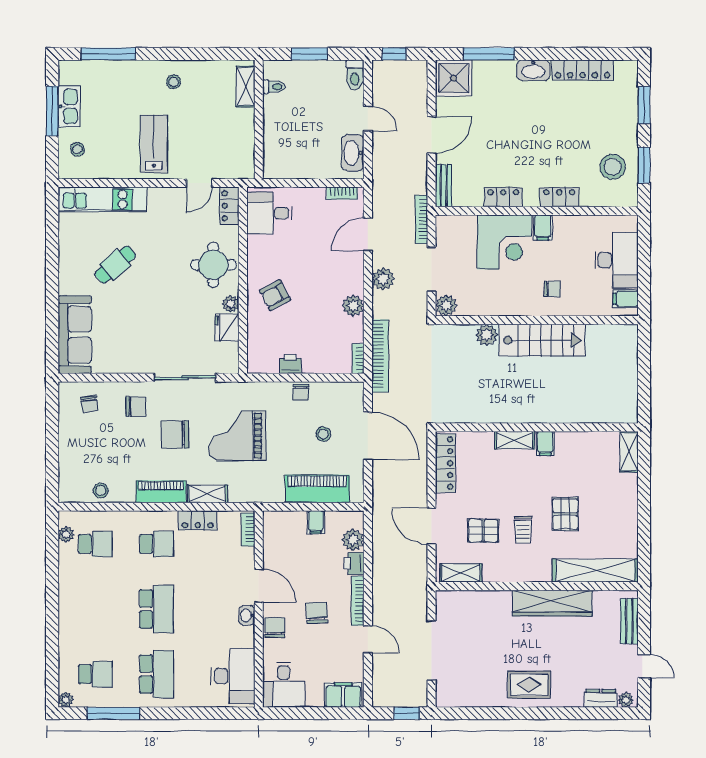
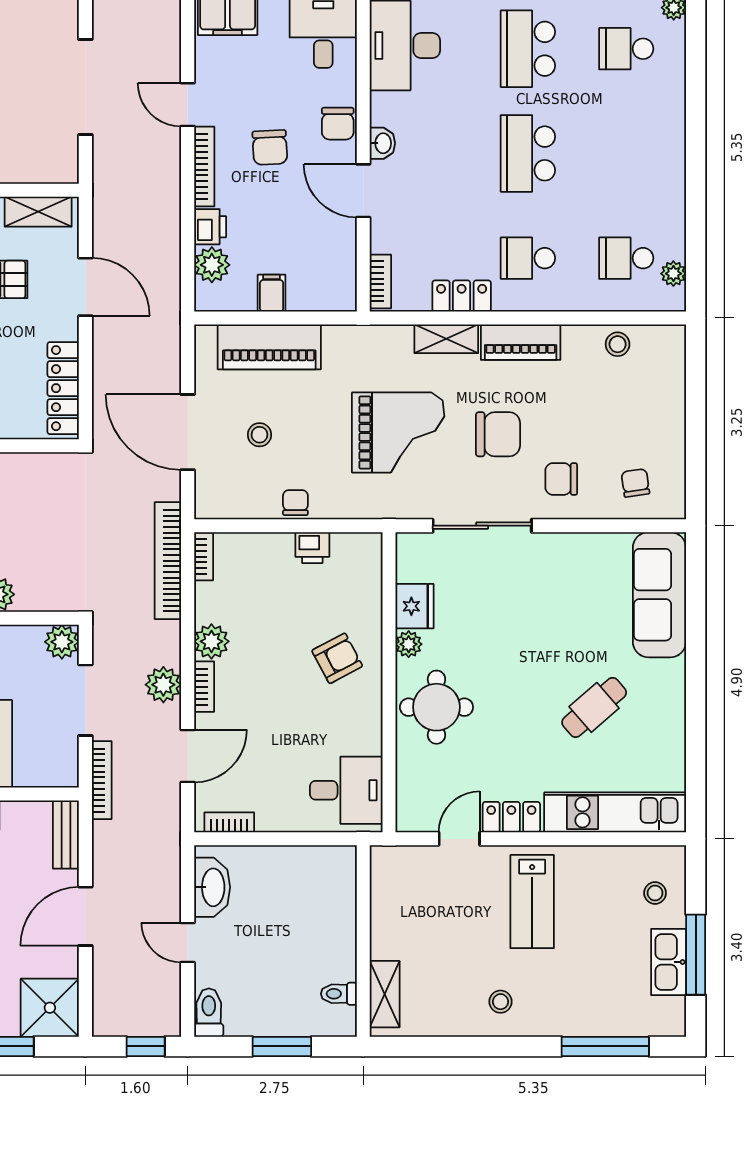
locker: (229, 206) -> (511, 817), moved, turned -90
bookcase: (358, 278) -> (204, 687), added

